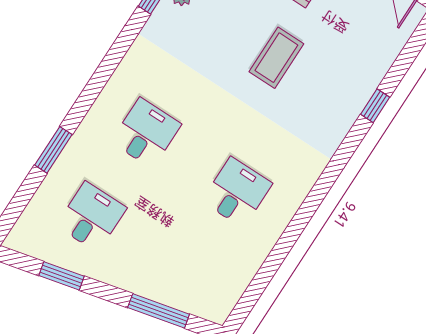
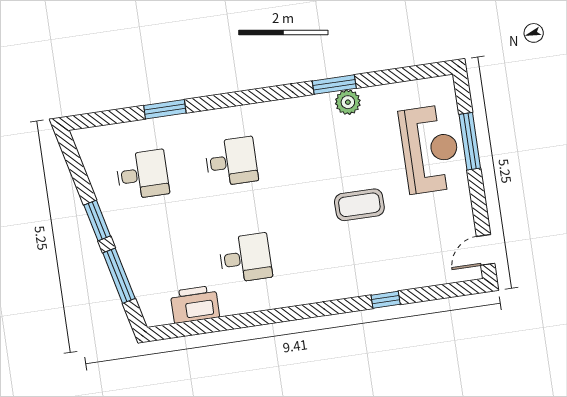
printer: (238, 268) -> (195, 304), added
window: (62, 276) -> (97, 220), moved

